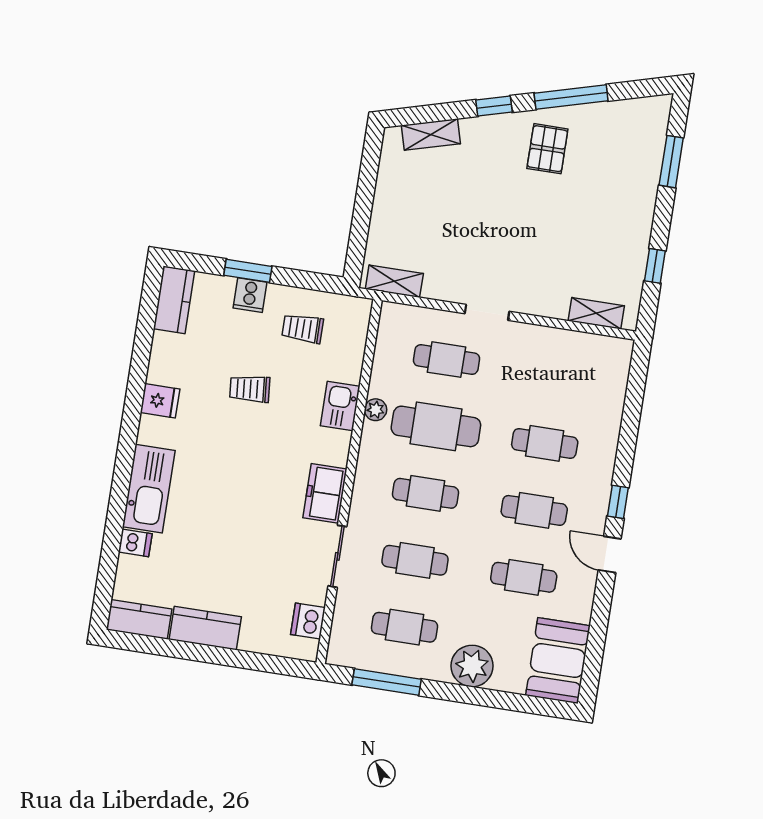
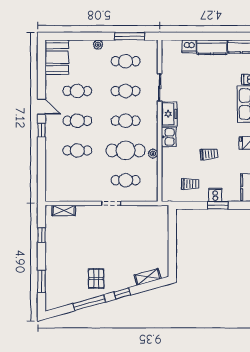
shelving: (394, 281) -> (154, 211), removed
kitchen sink: (340, 406) -> (169, 137), moved
dishwasher: (308, 621) -> (189, 46), moved, turned 90
plant: (472, 666) -> (98, 45), width x0.53, depth x0.53

